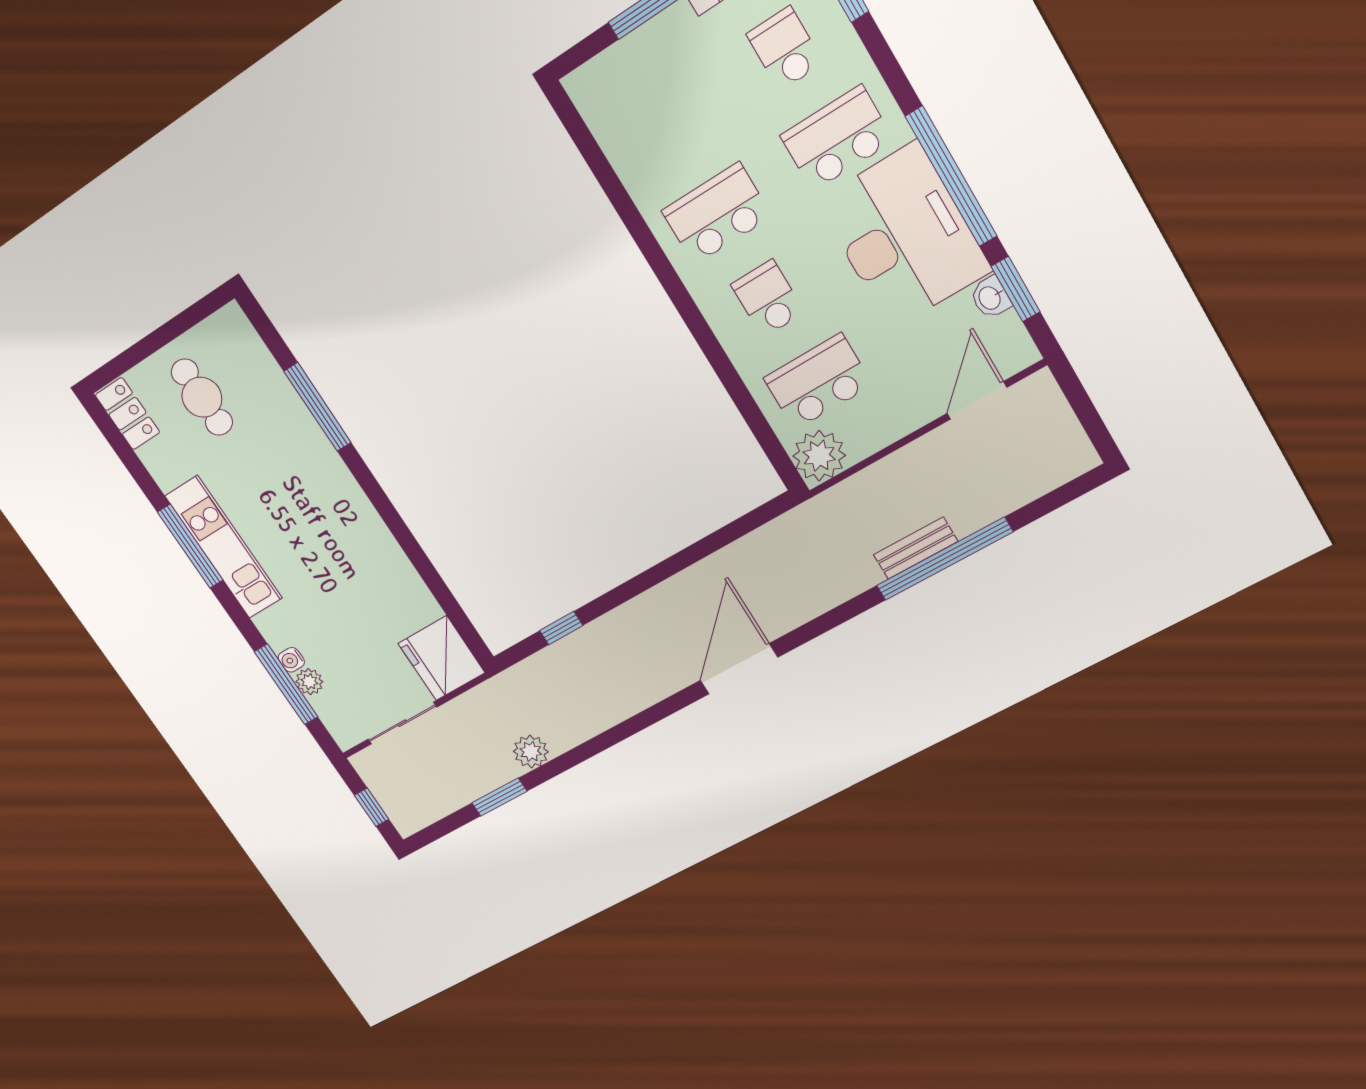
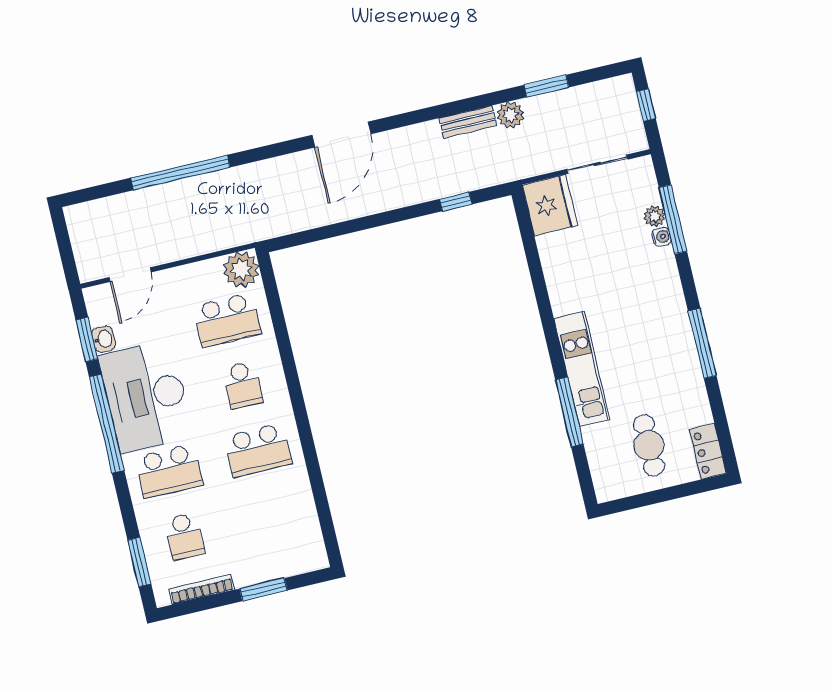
kitchen unit: (224, 547) -> (582, 369), moved, turned 180
bench: (916, 548) -> (468, 122), moved

